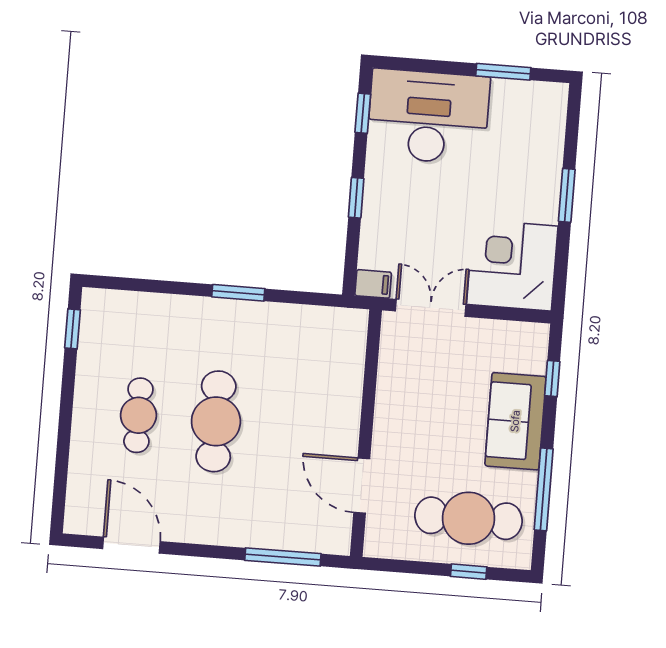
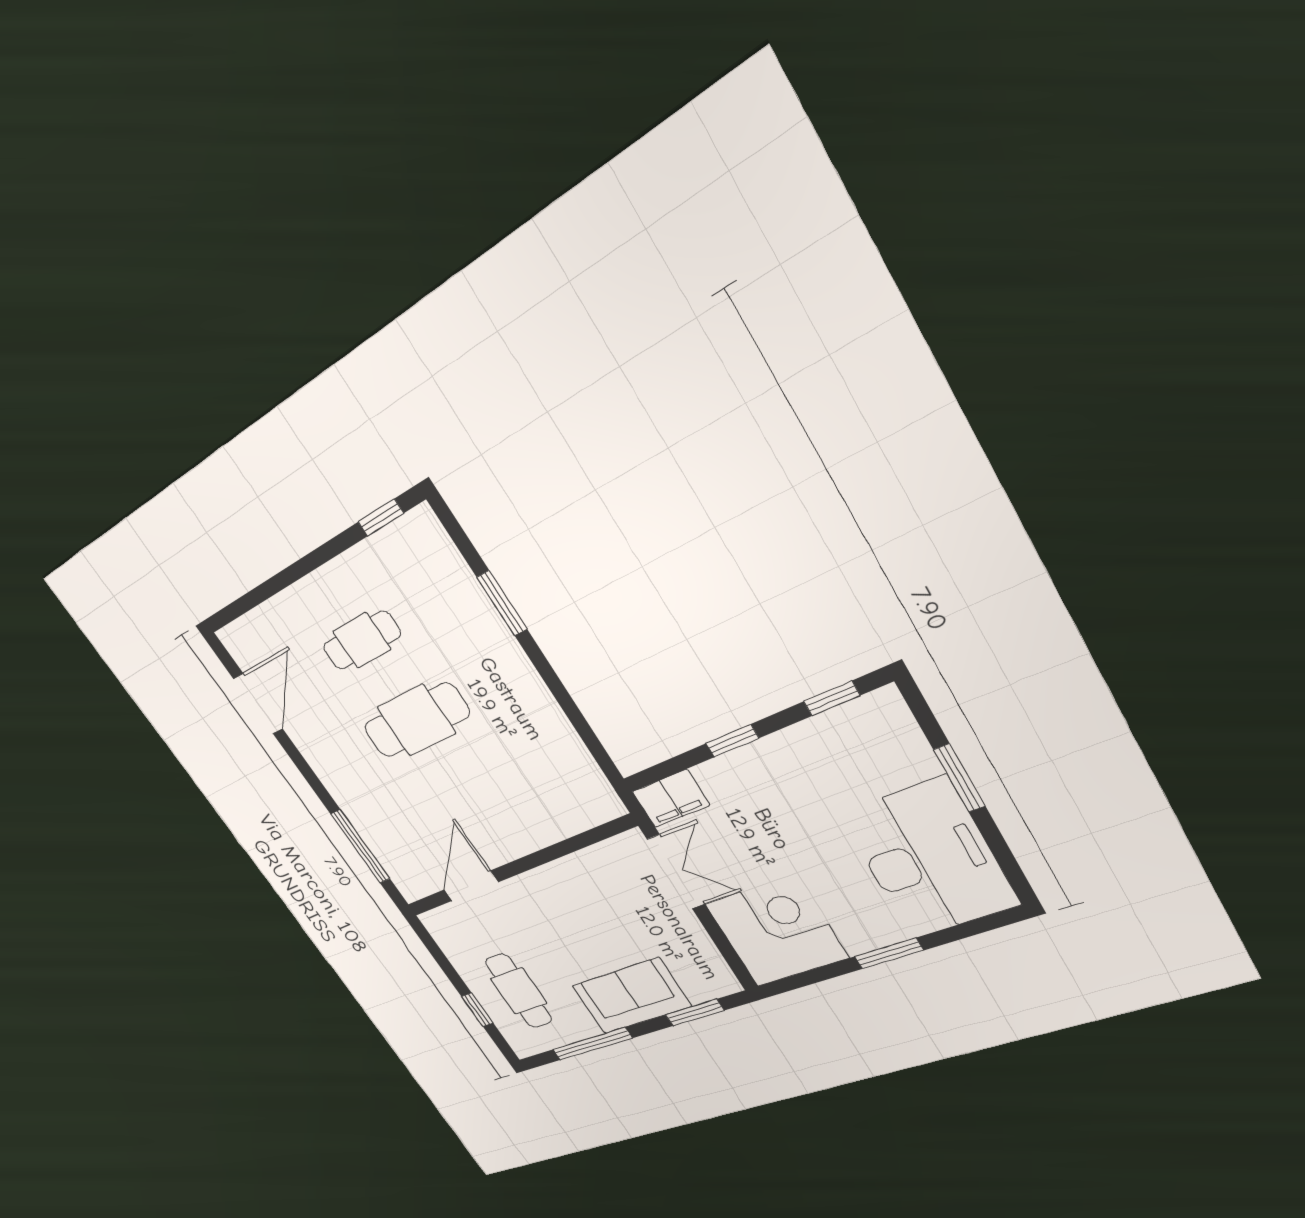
window: (503, 72) -> (959, 778), moved
desk: (428, 117) -> (929, 859), moved
filing cabinet: (373, 284) -> (671, 799), width x2.00
window: (238, 293) -> (502, 603), moved
window: (552, 379) -> (695, 1013), width x1.50
cafe table: (468, 518) -> (519, 991), width x0.73, depth x0.74

